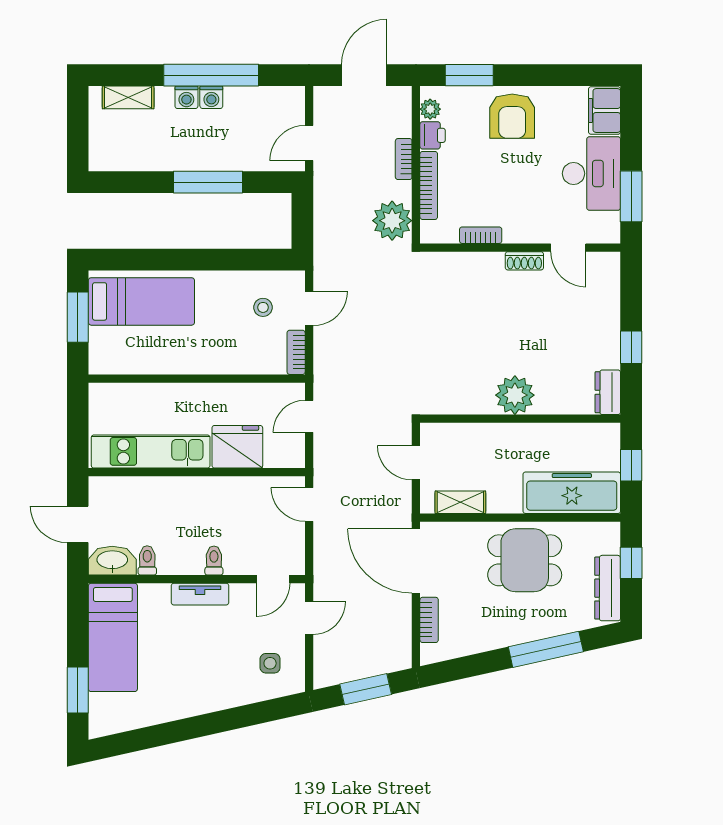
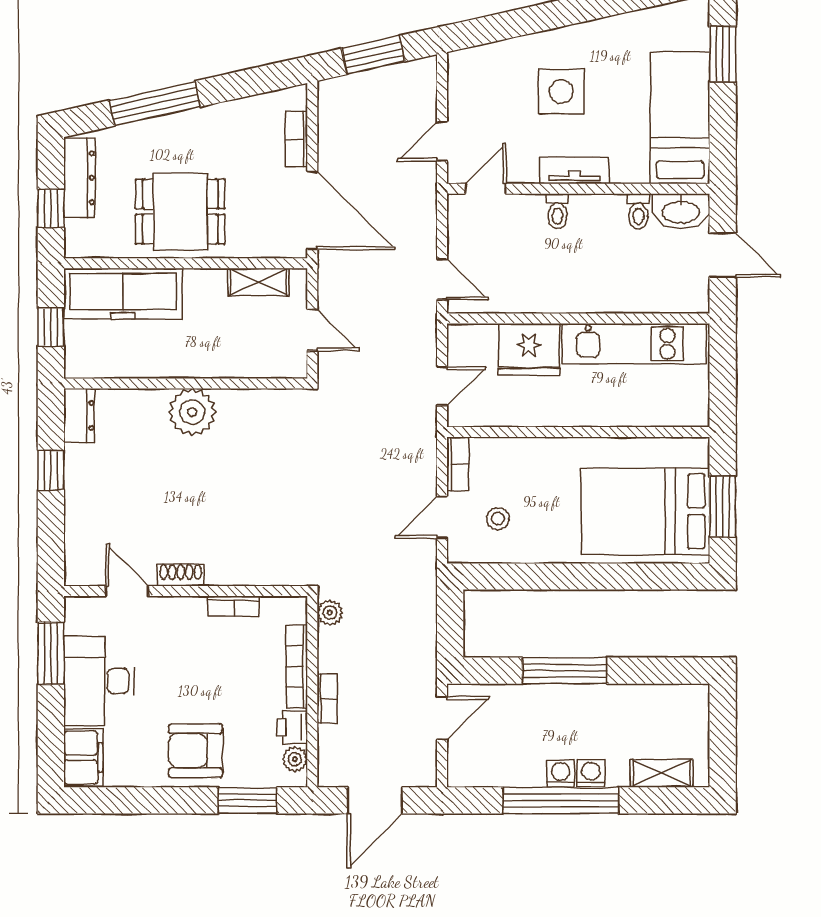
armchair: (512, 116) -> (195, 751), turned -90
plant: (392, 221) -> (330, 613), width x0.53, depth x0.53
bed: (141, 301) -> (645, 511), width x1.50
side table: (270, 663) -> (561, 92), moved, width x1.87, depth x1.87

